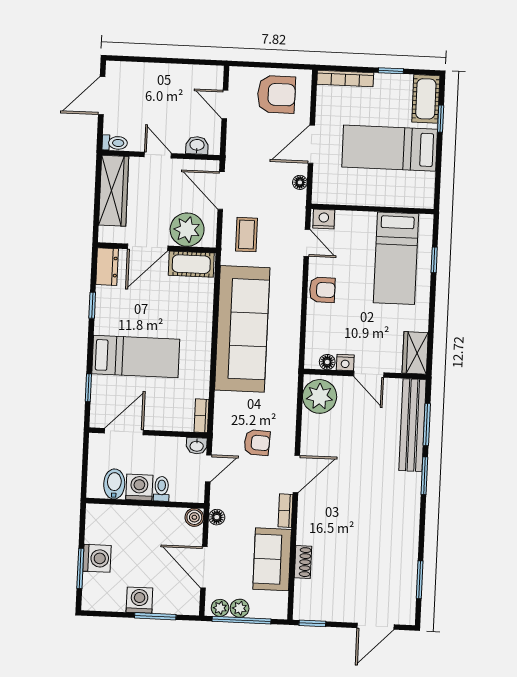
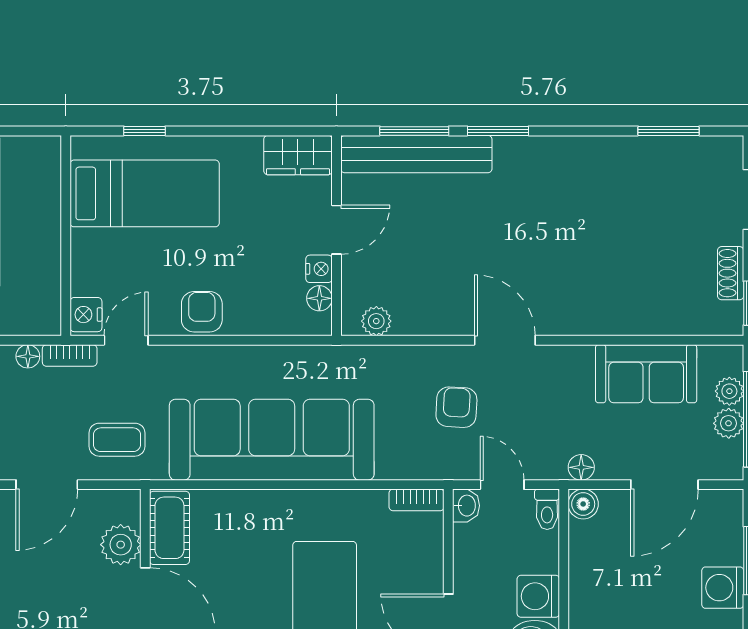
plant: (187, 230) -> (121, 545), width x0.73, depth x0.73
plant: (320, 396) -> (376, 321), width x0.53, depth x0.53
toilet: (162, 489) -> (547, 509), moved, turned -90
bookcase: (285, 511) -> (70, 355), moved
shoe rack: (303, 562) -> (731, 273), moved, turned -90
plant: (220, 608) -> (729, 391), moved

